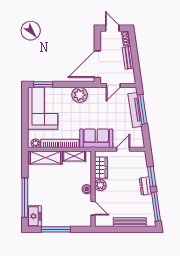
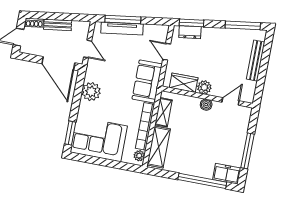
window: (152, 177) -> (192, 23), moved
dresser: (145, 186) -> (190, 32), moved

